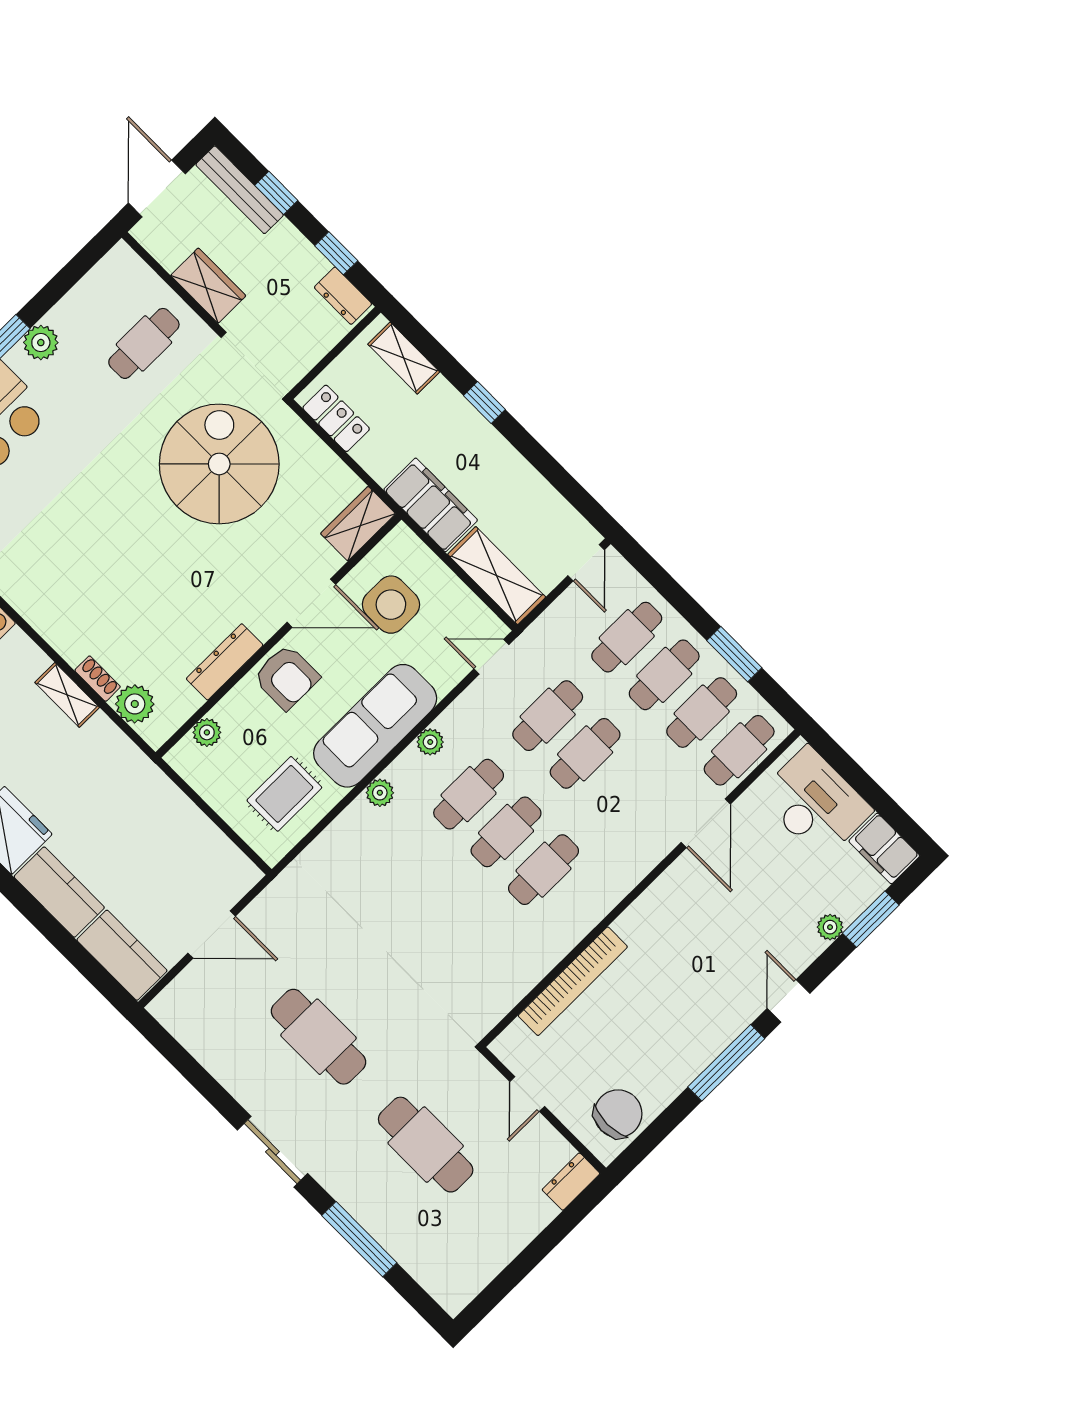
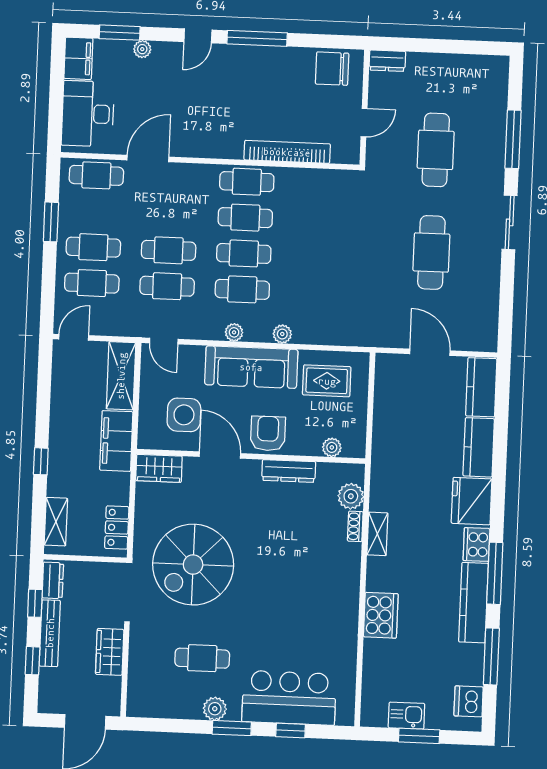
bench: (240, 190) -> (50, 633), moved
cafe table: (144, 343) -> (202, 658), moved
cafe table: (702, 713) -> (247, 182), moved

